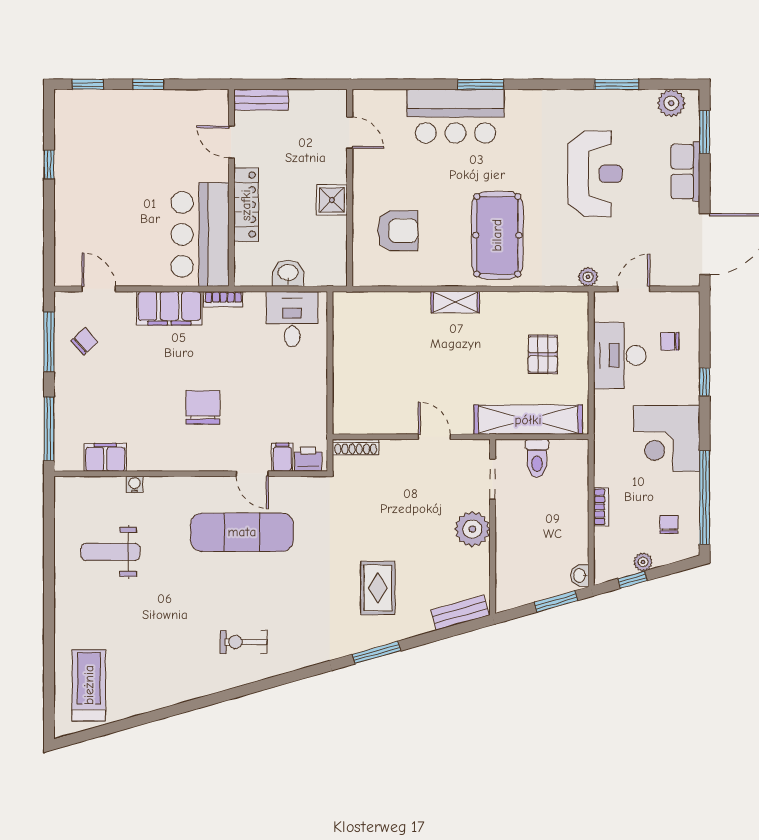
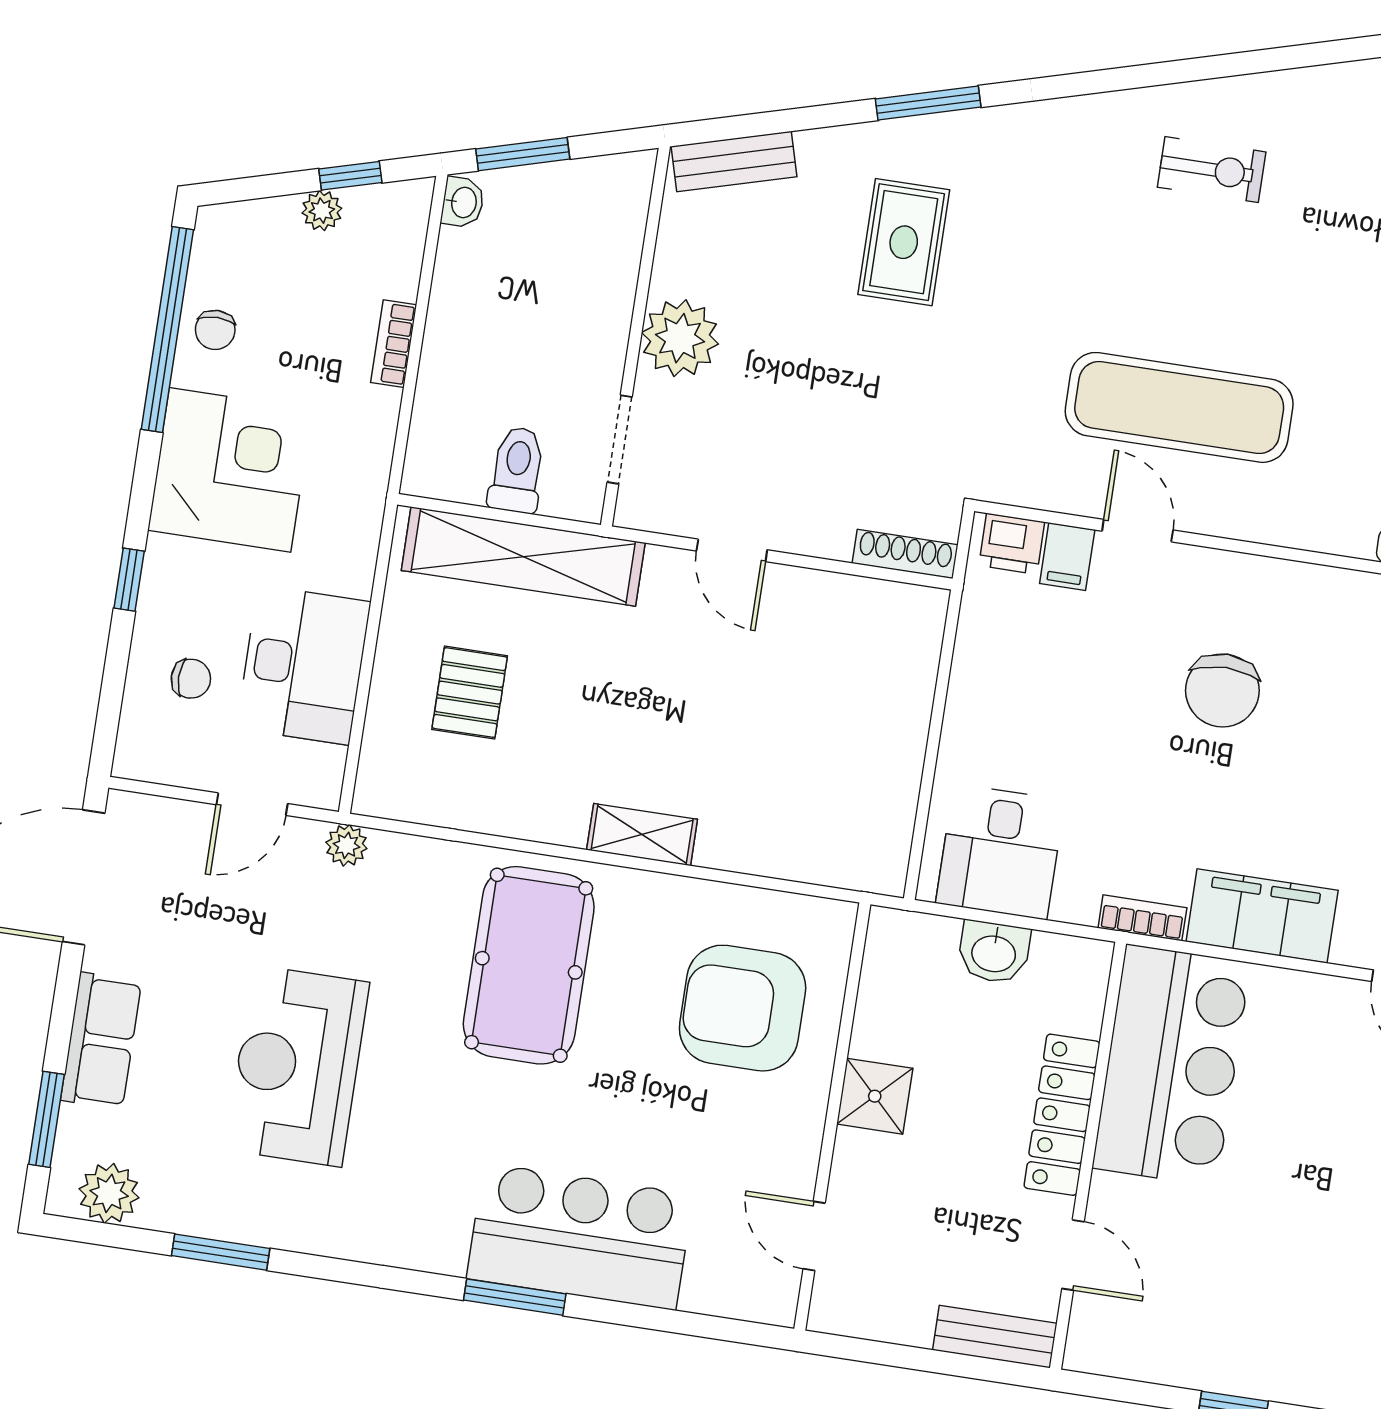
armchair: (398, 231) -> (743, 1008), width x1.36, depth x1.36
chair: (669, 524) -> (215, 330), moved

